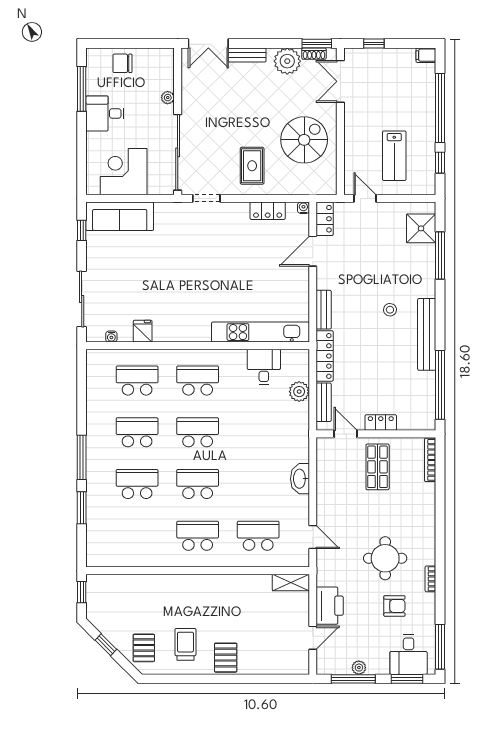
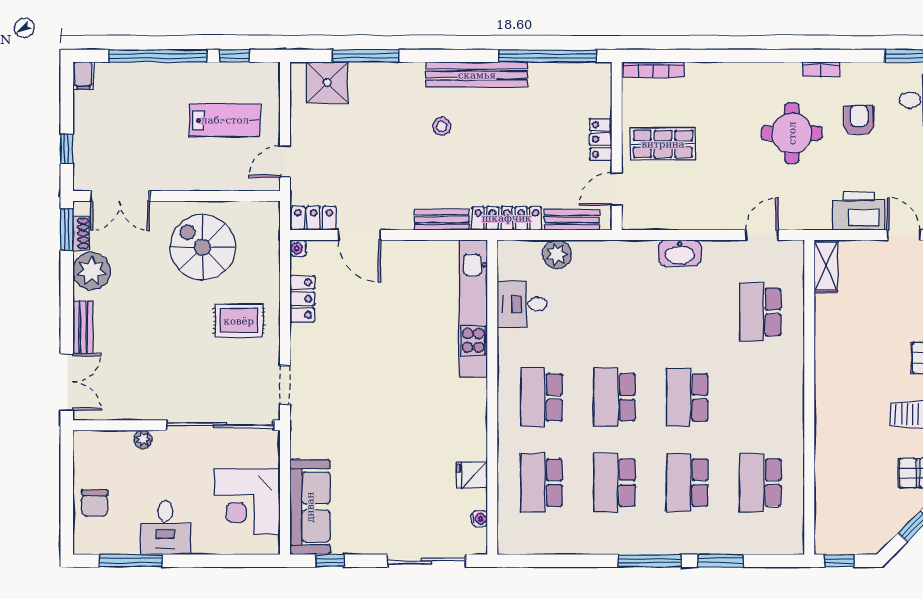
school desk: (198, 536) -> (760, 483), moved

